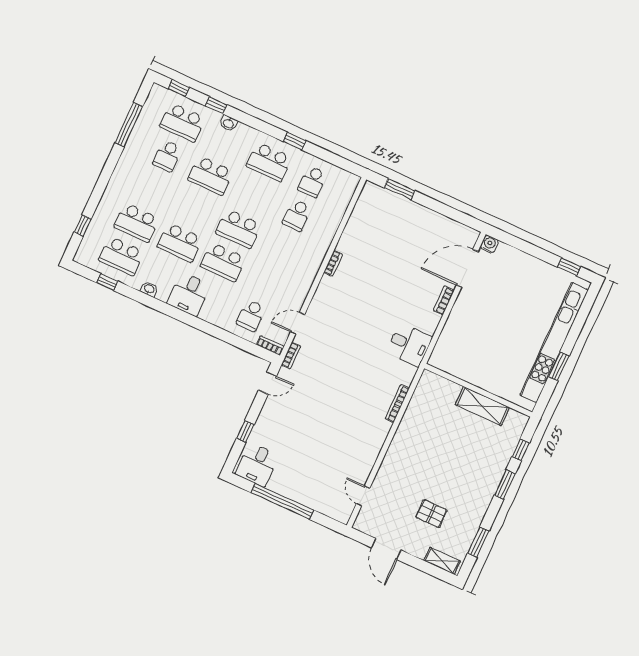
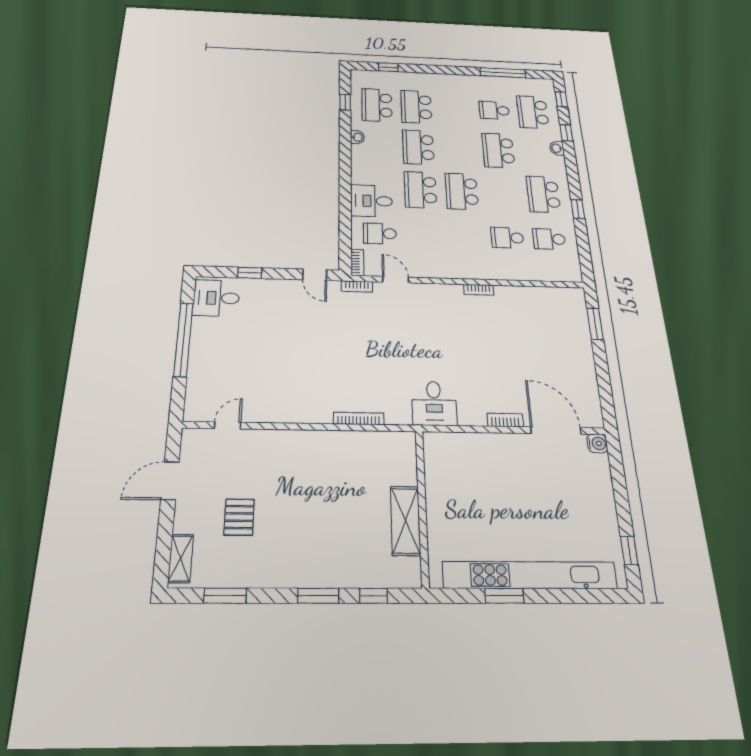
desk: (189, 294) -> (372, 201), moved

